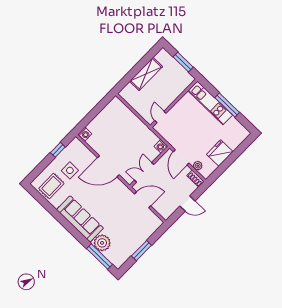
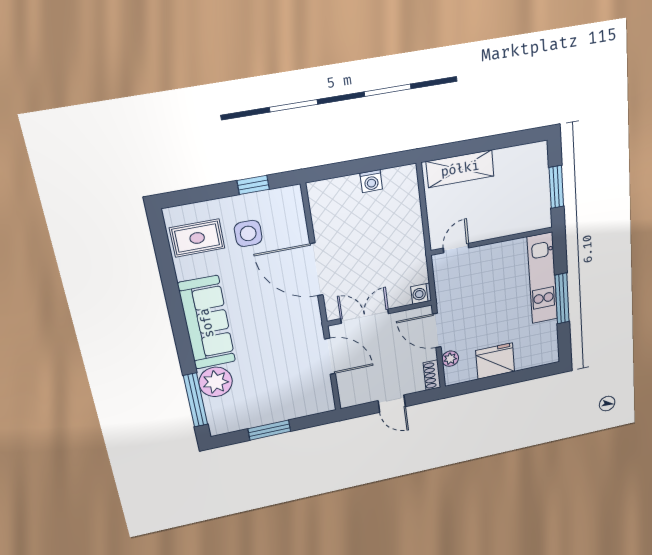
shelving: (146, 74) -> (460, 169), moved
washing machine: (85, 134) -> (371, 181), moved
door: (181, 157) -> (437, 331), hinge flipped

